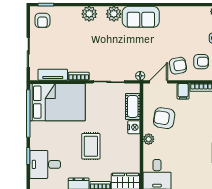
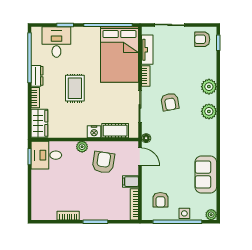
sofa: (141, 17) -> (206, 174), moved
armchair: (178, 66) -> (170, 102), moved
rug: (91, 146) -> (75, 88), turned 90

